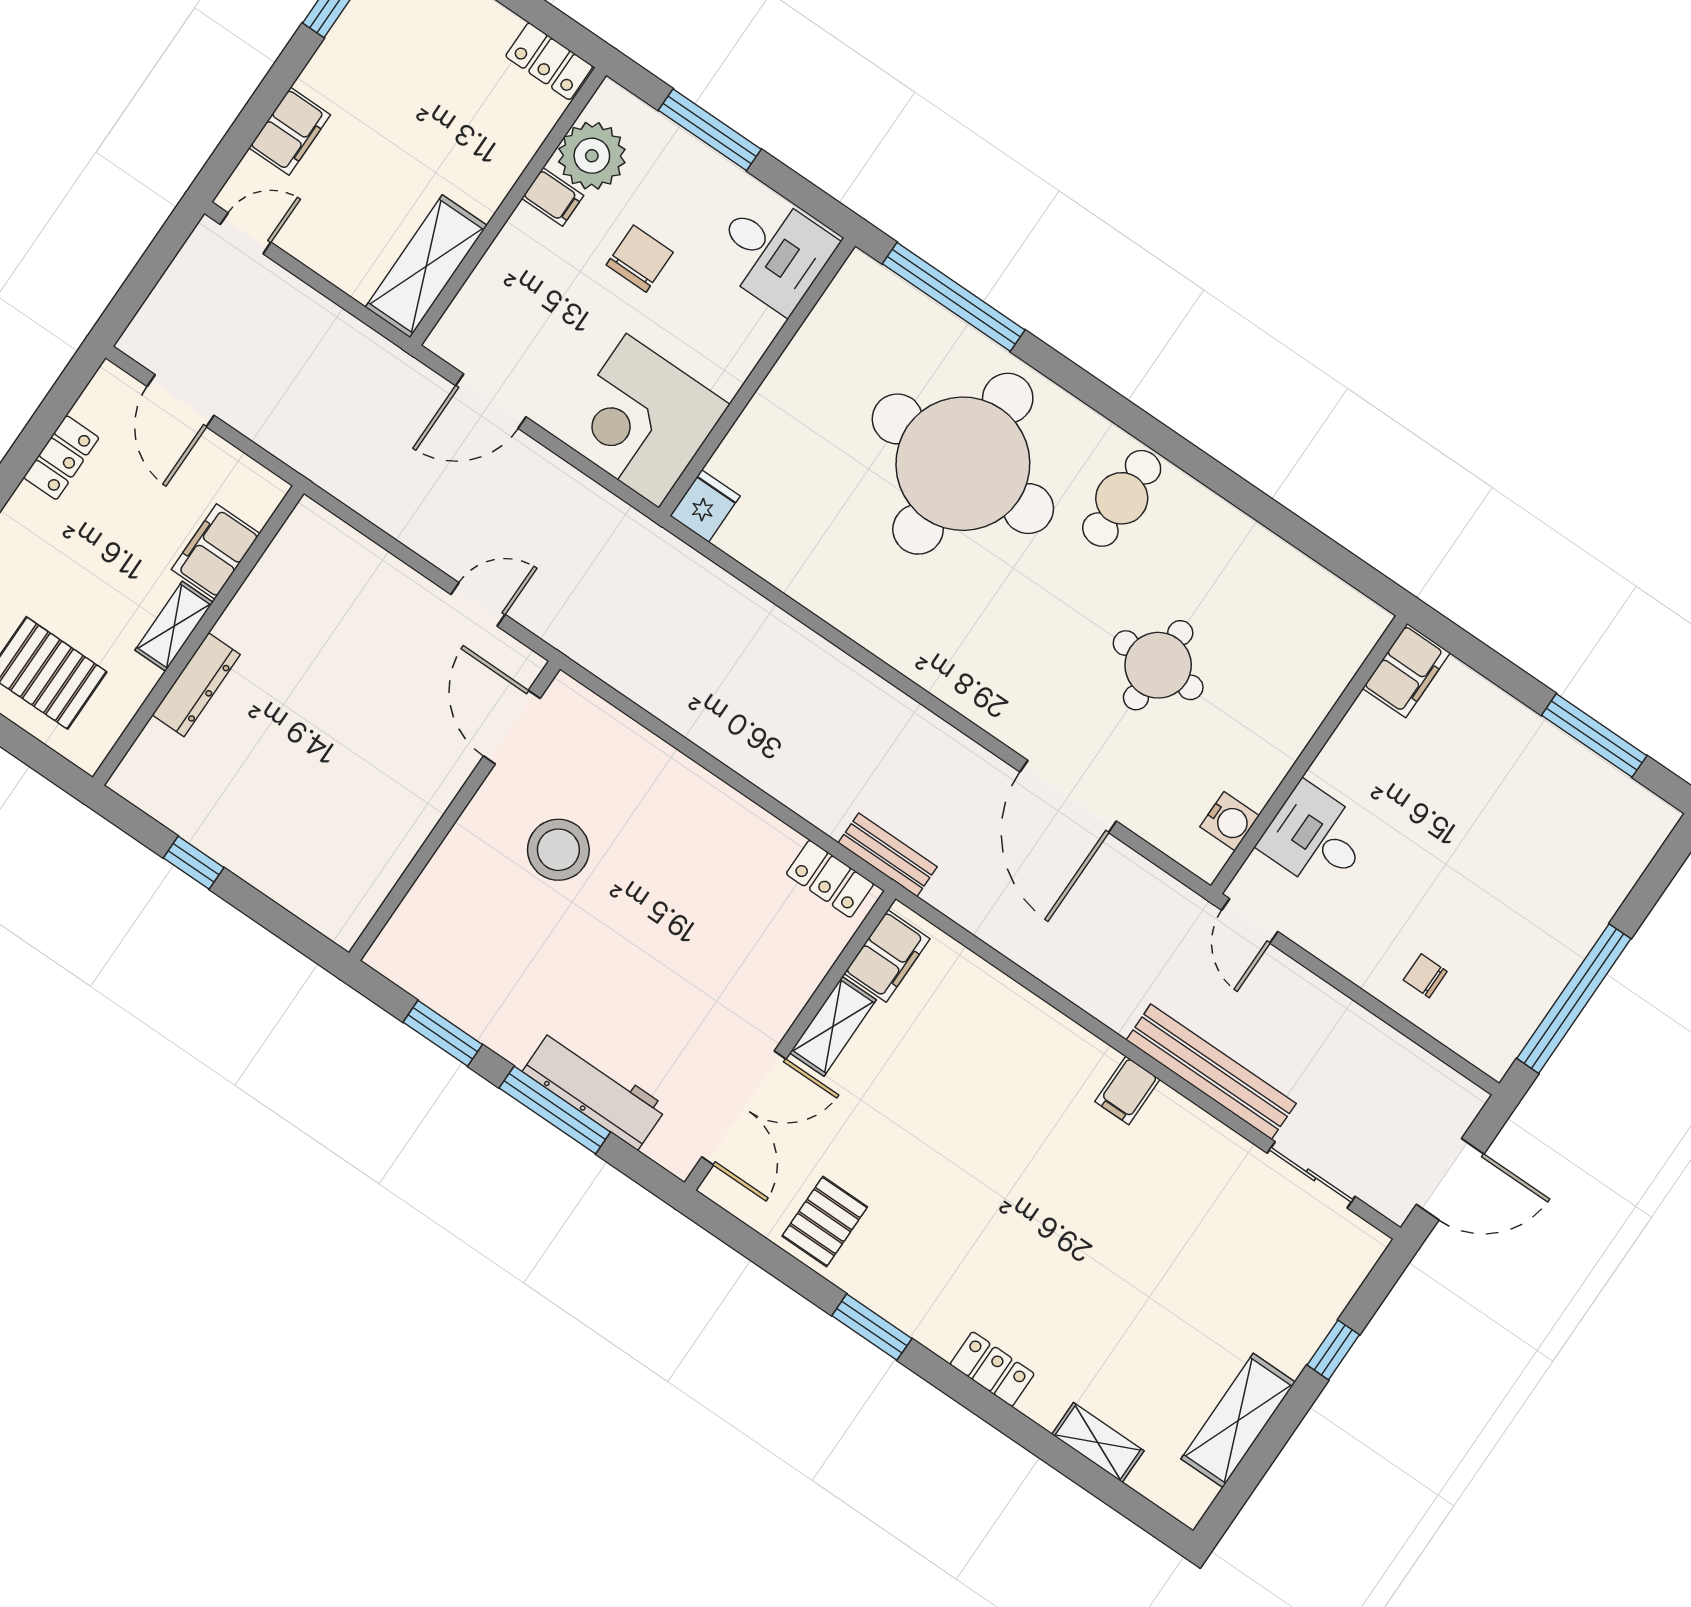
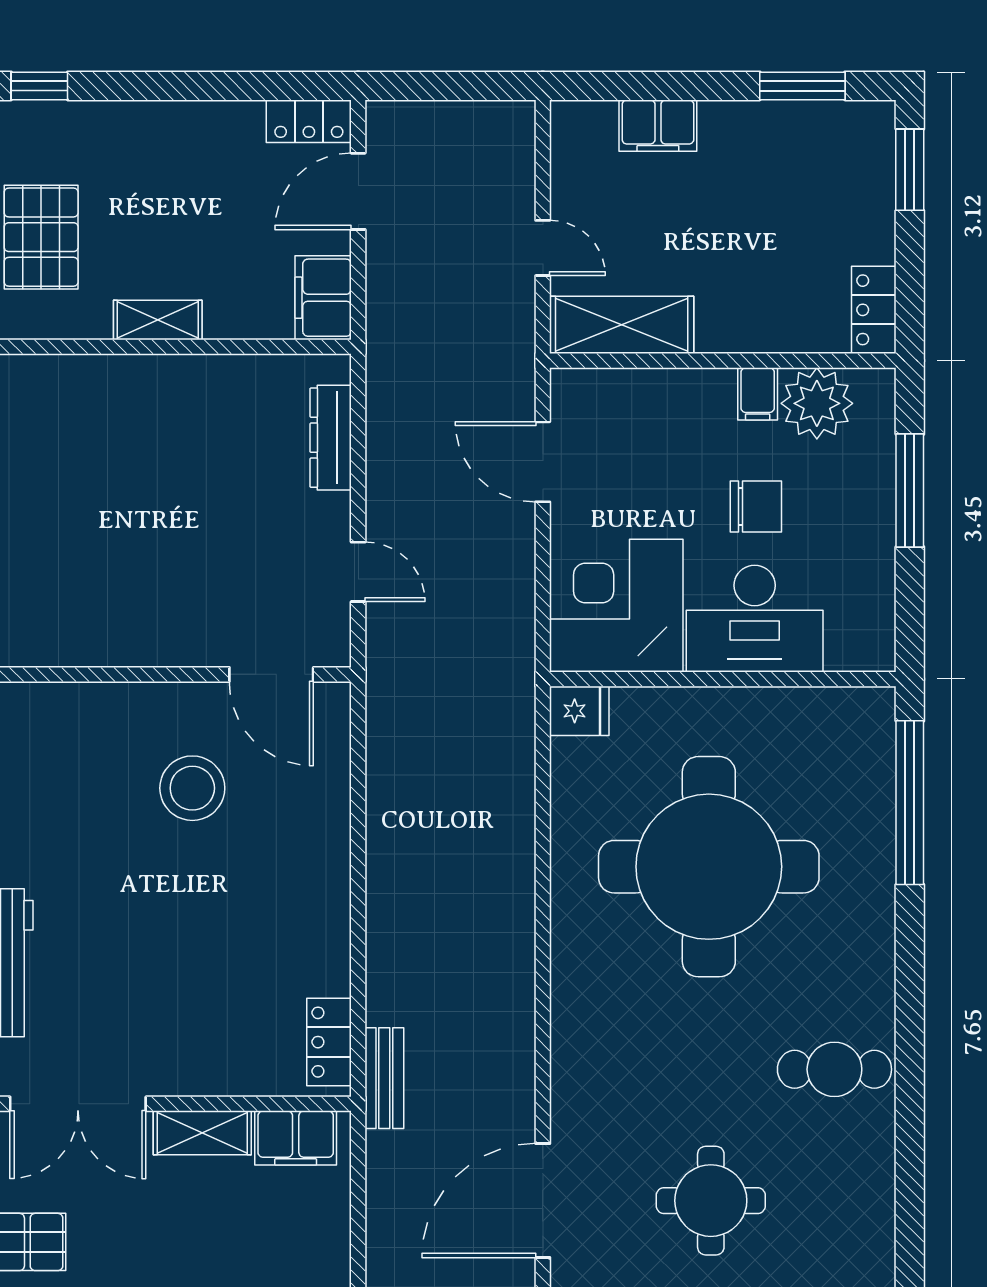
door: (246, 233) -> (543, 248), moved
desk: (773, 252) -> (755, 619), moved, width x1.37
locker: (61, 458) -> (309, 121), moved
round table: (963, 464) -> (709, 867), moved
filing cabinet: (216, 552) -> (323, 298), moved, turned -90
dresser: (196, 685) -> (331, 438), moved, turned 90
door: (512, 727) -> (271, 674), swing flipped

